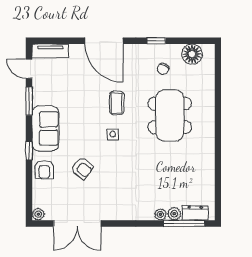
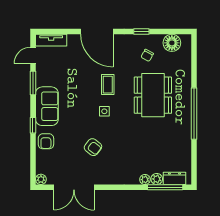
door: (29, 69) -> (33, 55), hinge flipped
window: (218, 137) -> (194, 114), added
armchair: (82, 168) -> (93, 147), moved

